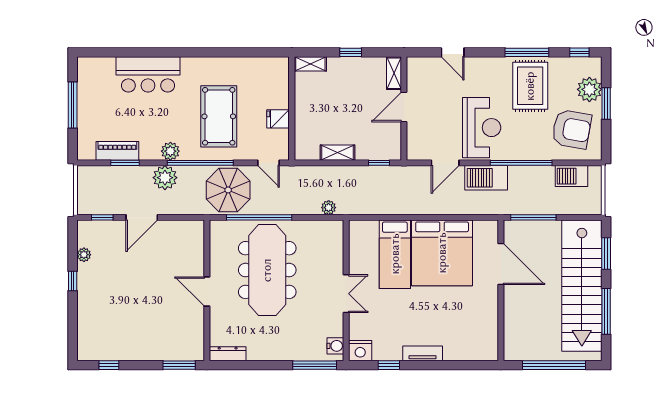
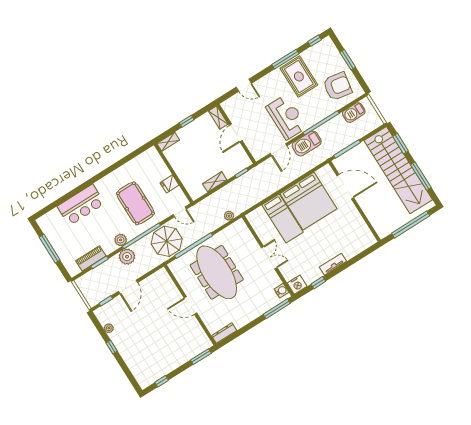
plant: (589, 89) -> (333, 58), removed

